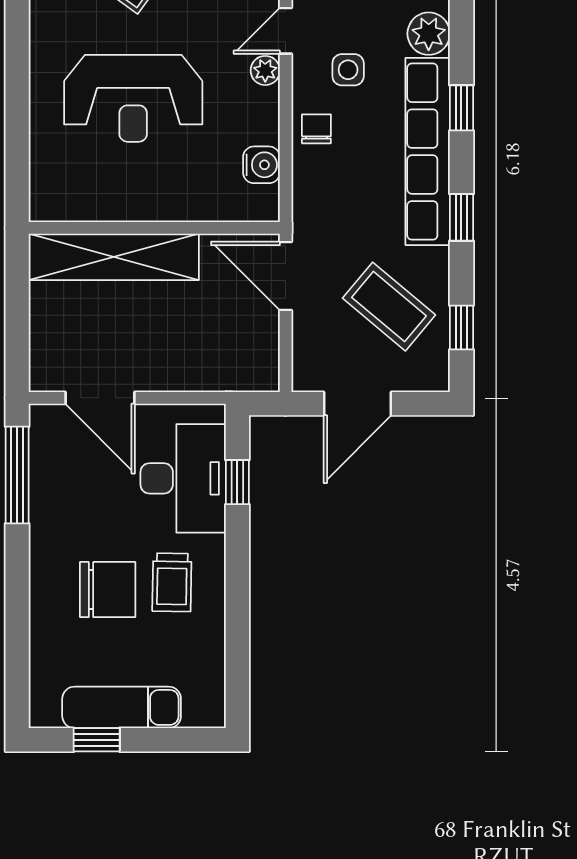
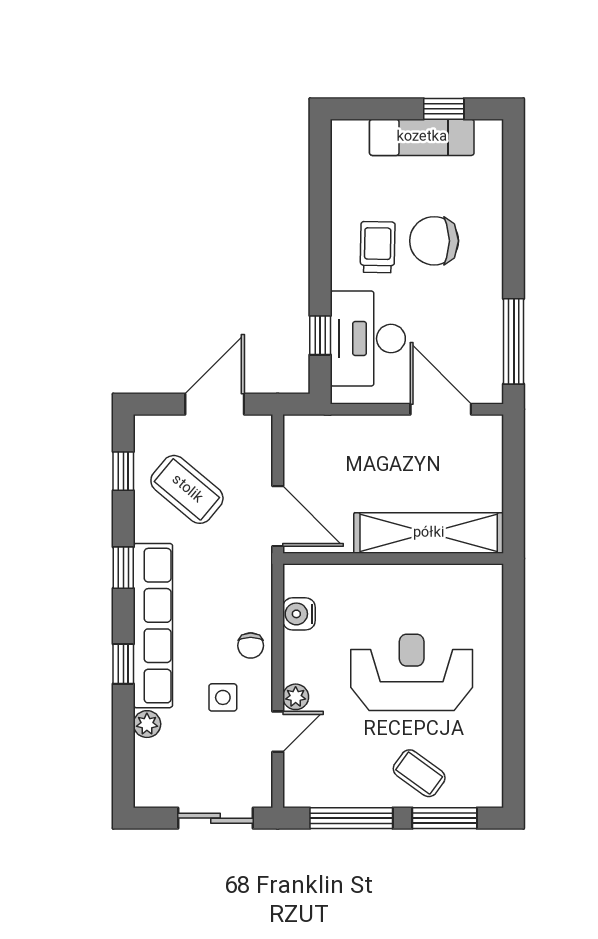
plant: (429, 34) -> (147, 724), width x0.73, depth x0.73

